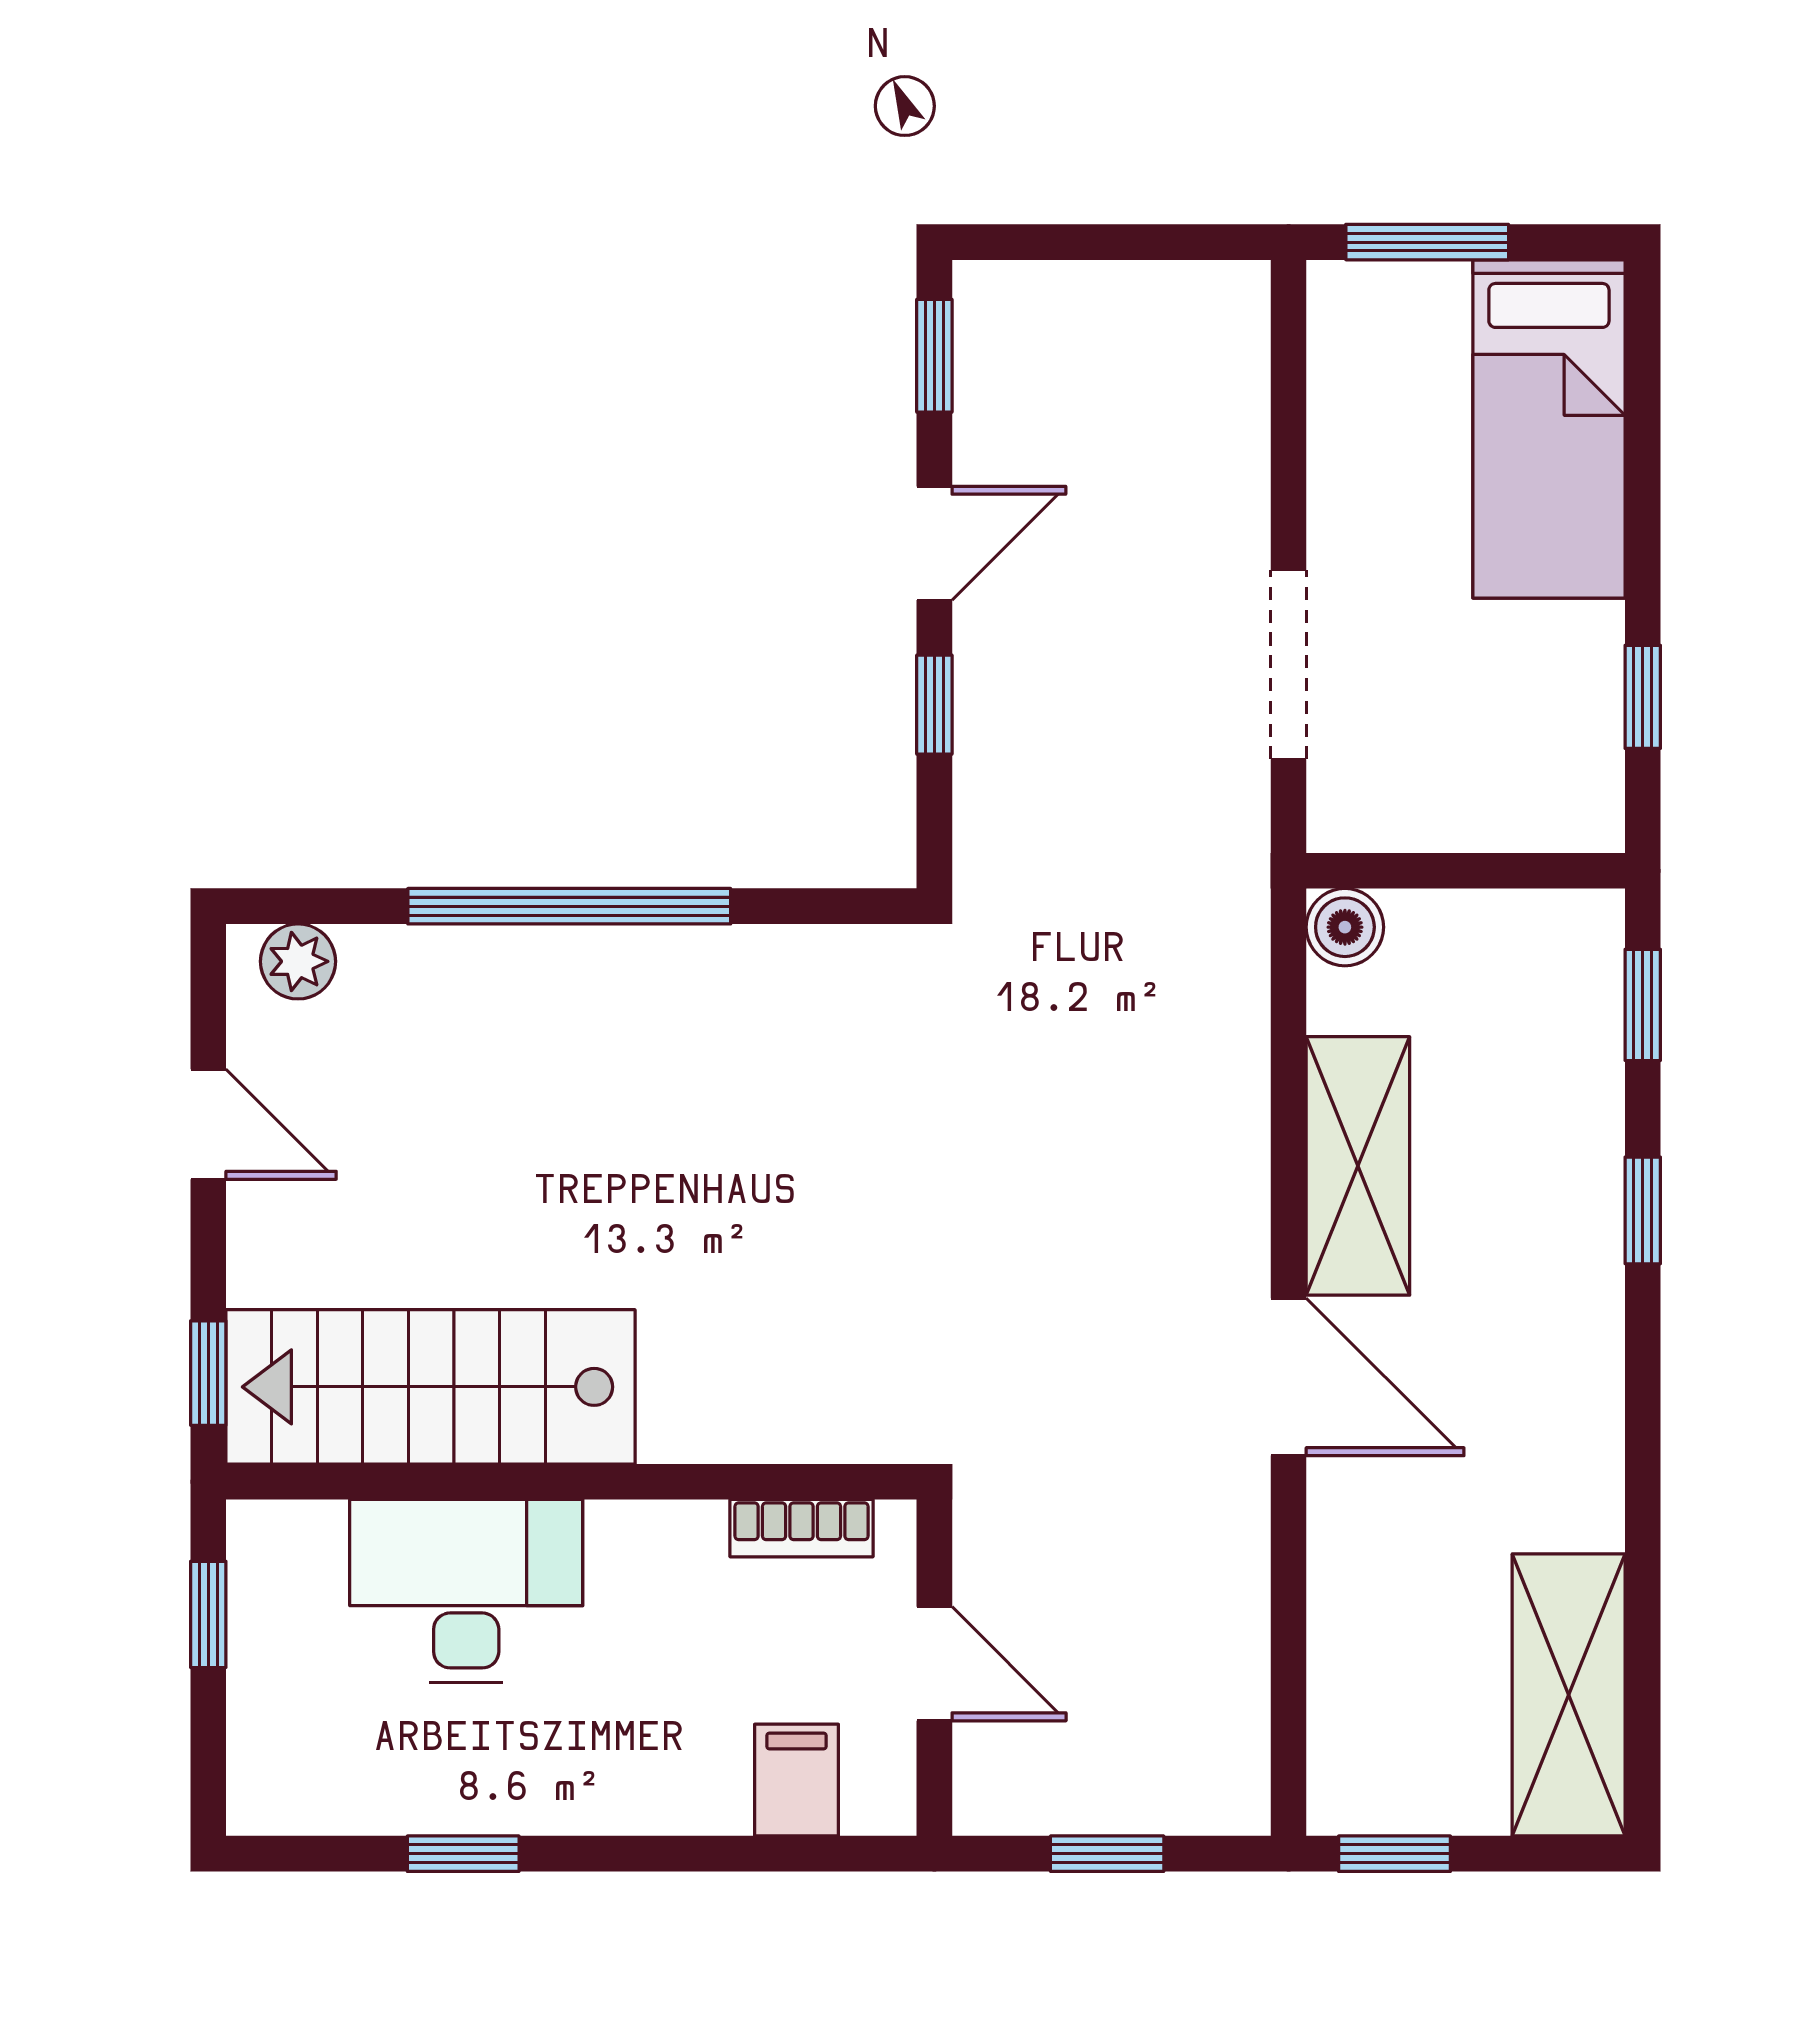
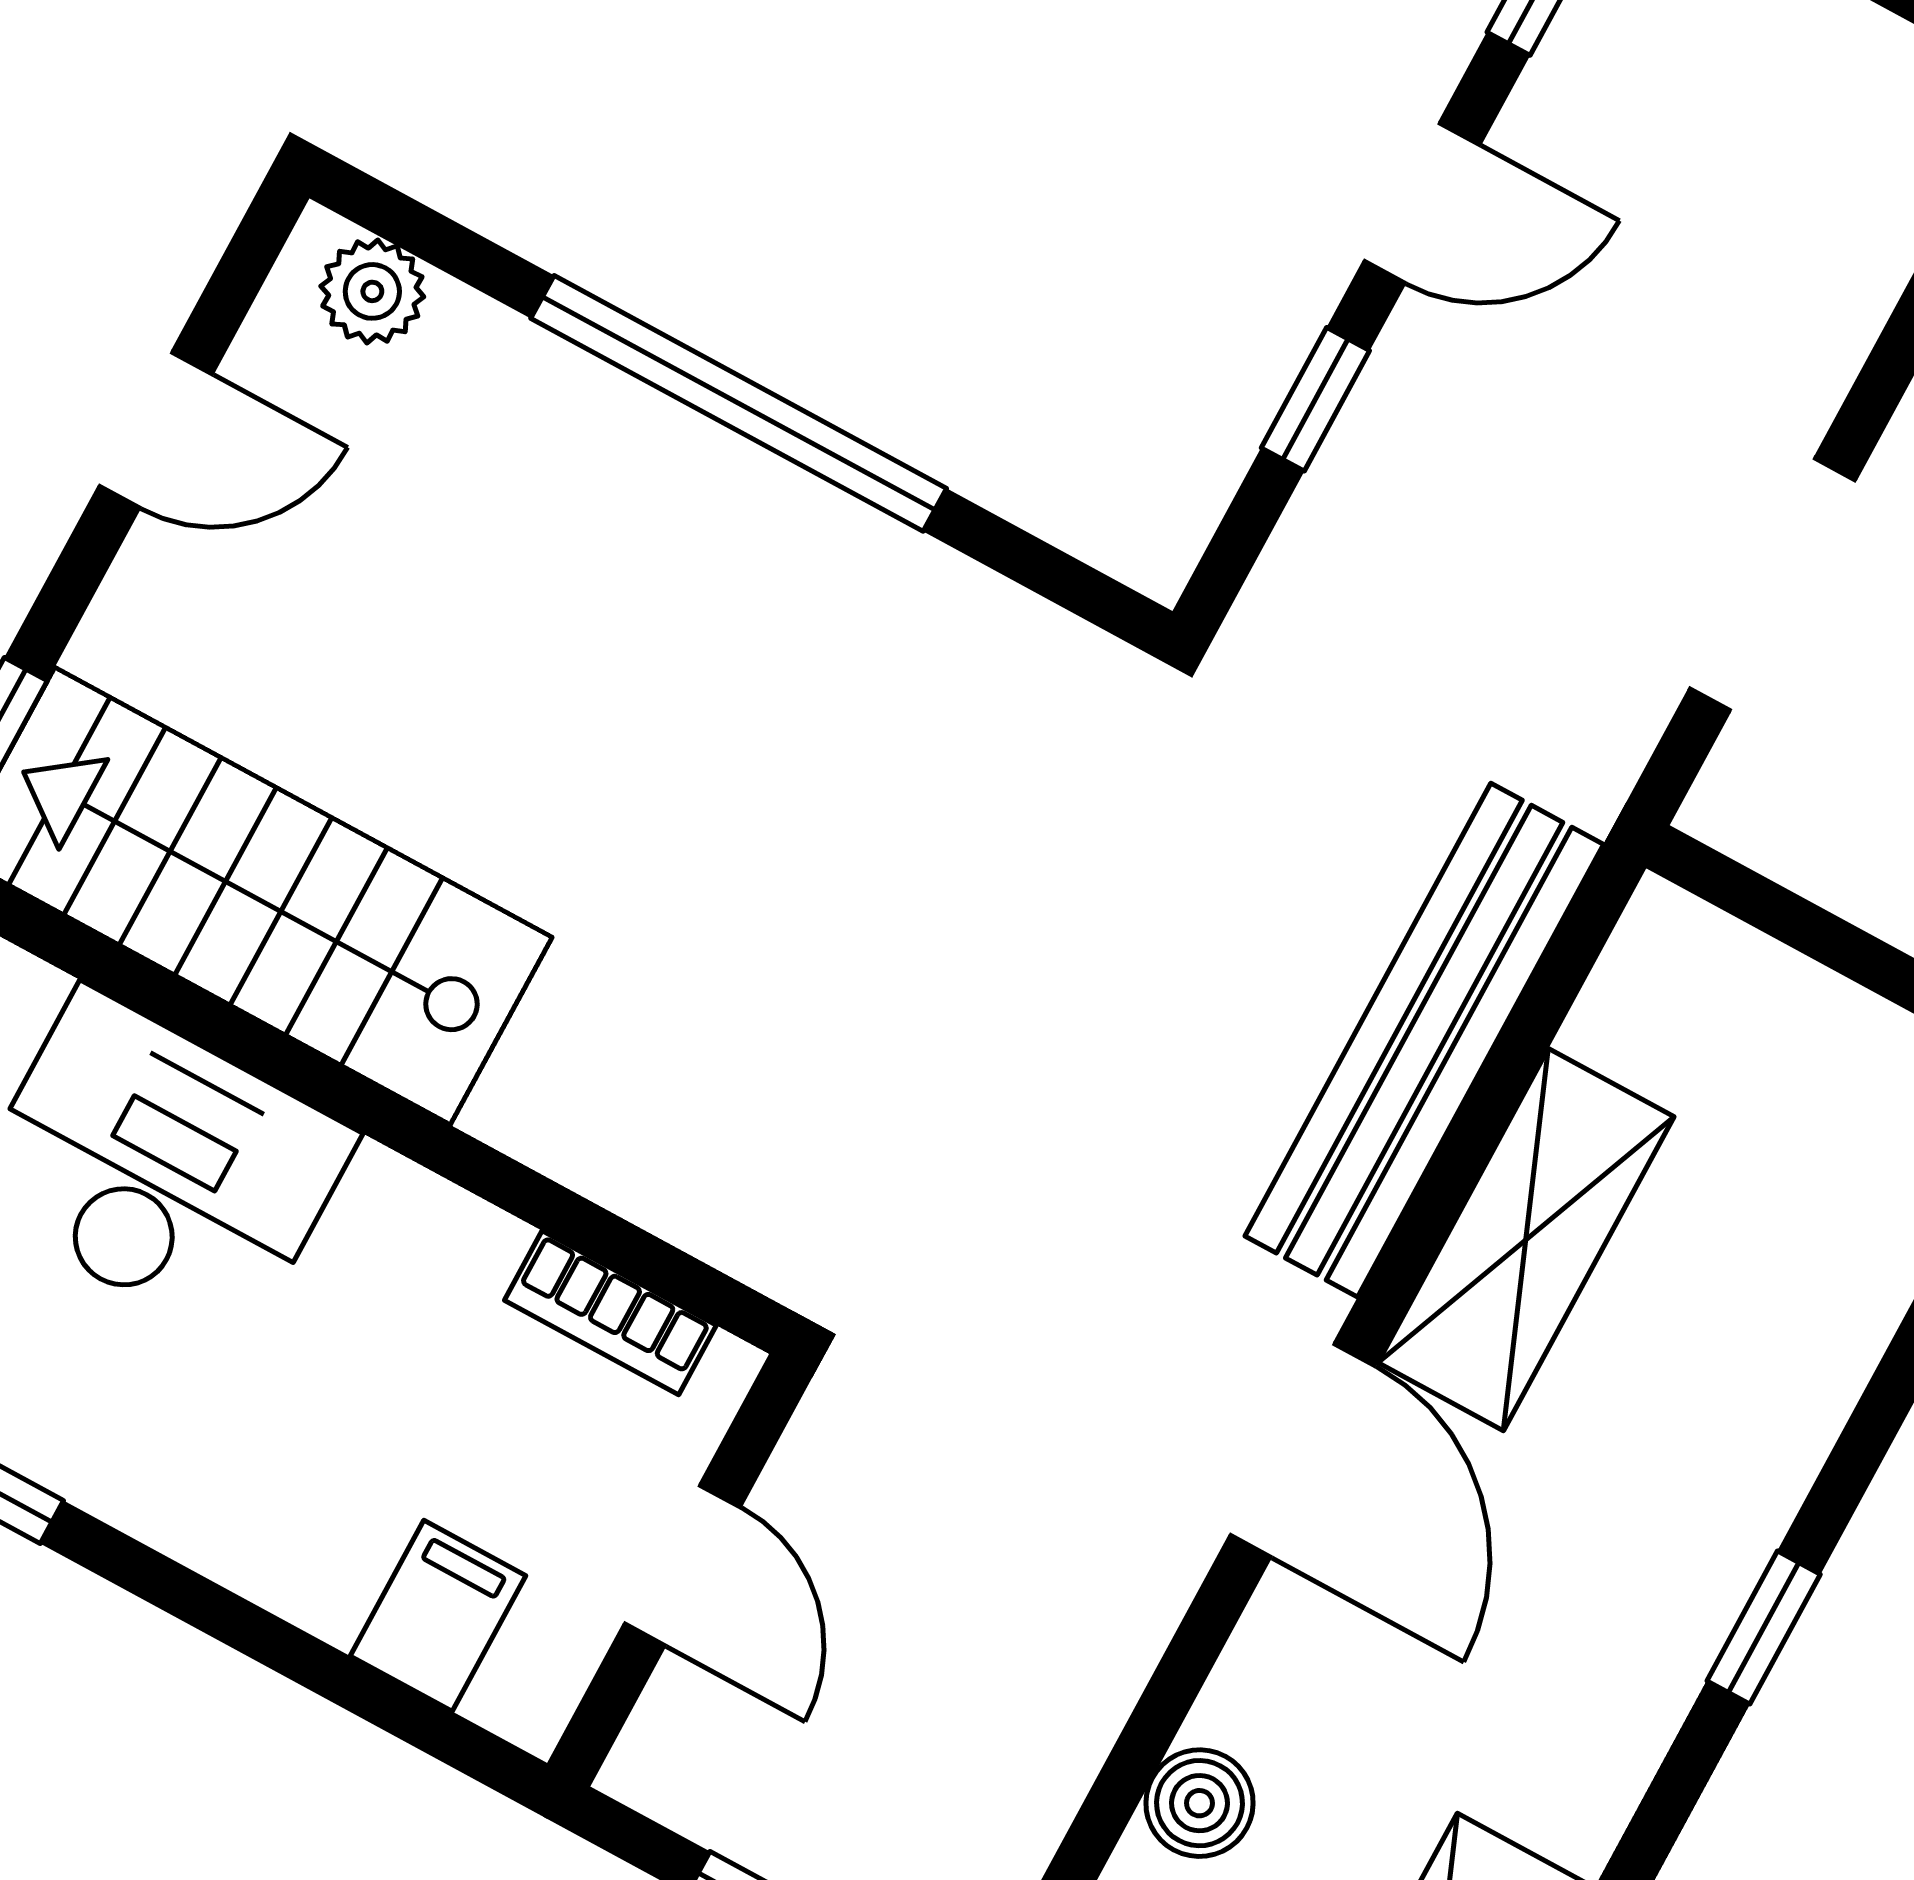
boiler: (1345, 927) -> (1200, 1803), moved
bench: (1224, 1074) -> (1424, 1040), added
door: (208, 1124) -> (156, 430), hinge flipped
window: (1643, 1210) -> (1764, 1628), moved

